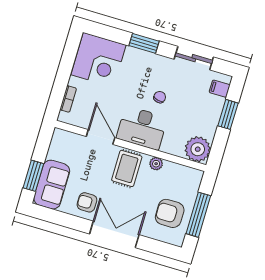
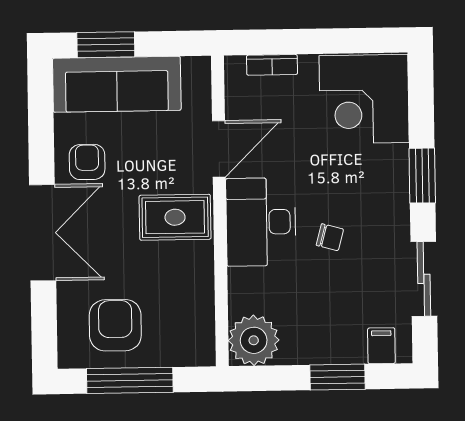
plant: (156, 164) -> (201, 270), removed
sofa: (52, 185) -> (117, 84), width x1.36

